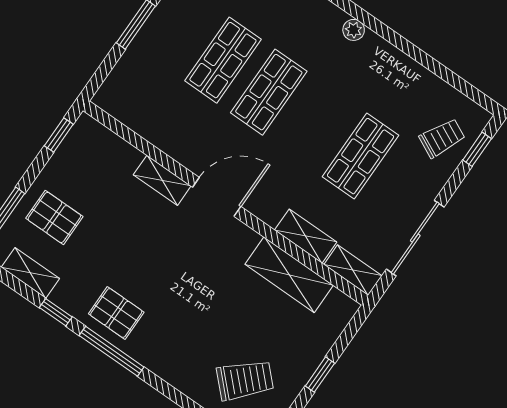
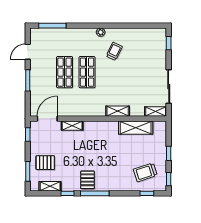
trolley: (442, 138) -> (114, 51), moved
shop shelf: (361, 156) -> (132, 72), removed
door: (217, 197) -> (47, 119), moved
shelving: (306, 236) -> (118, 111), moved
pallet: (116, 313) -> (87, 180), turned 90
trolley: (245, 380) -> (145, 172), turned -153

